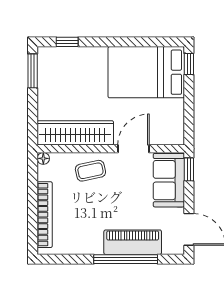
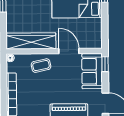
door: (134, 149) -> (69, 51), hinge flipped

